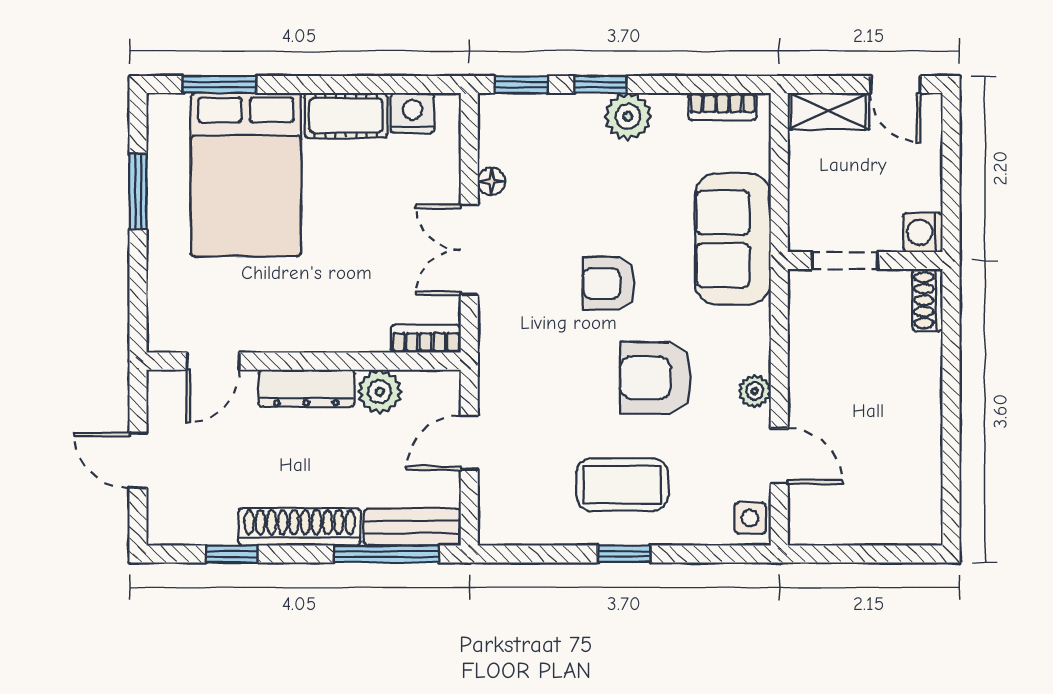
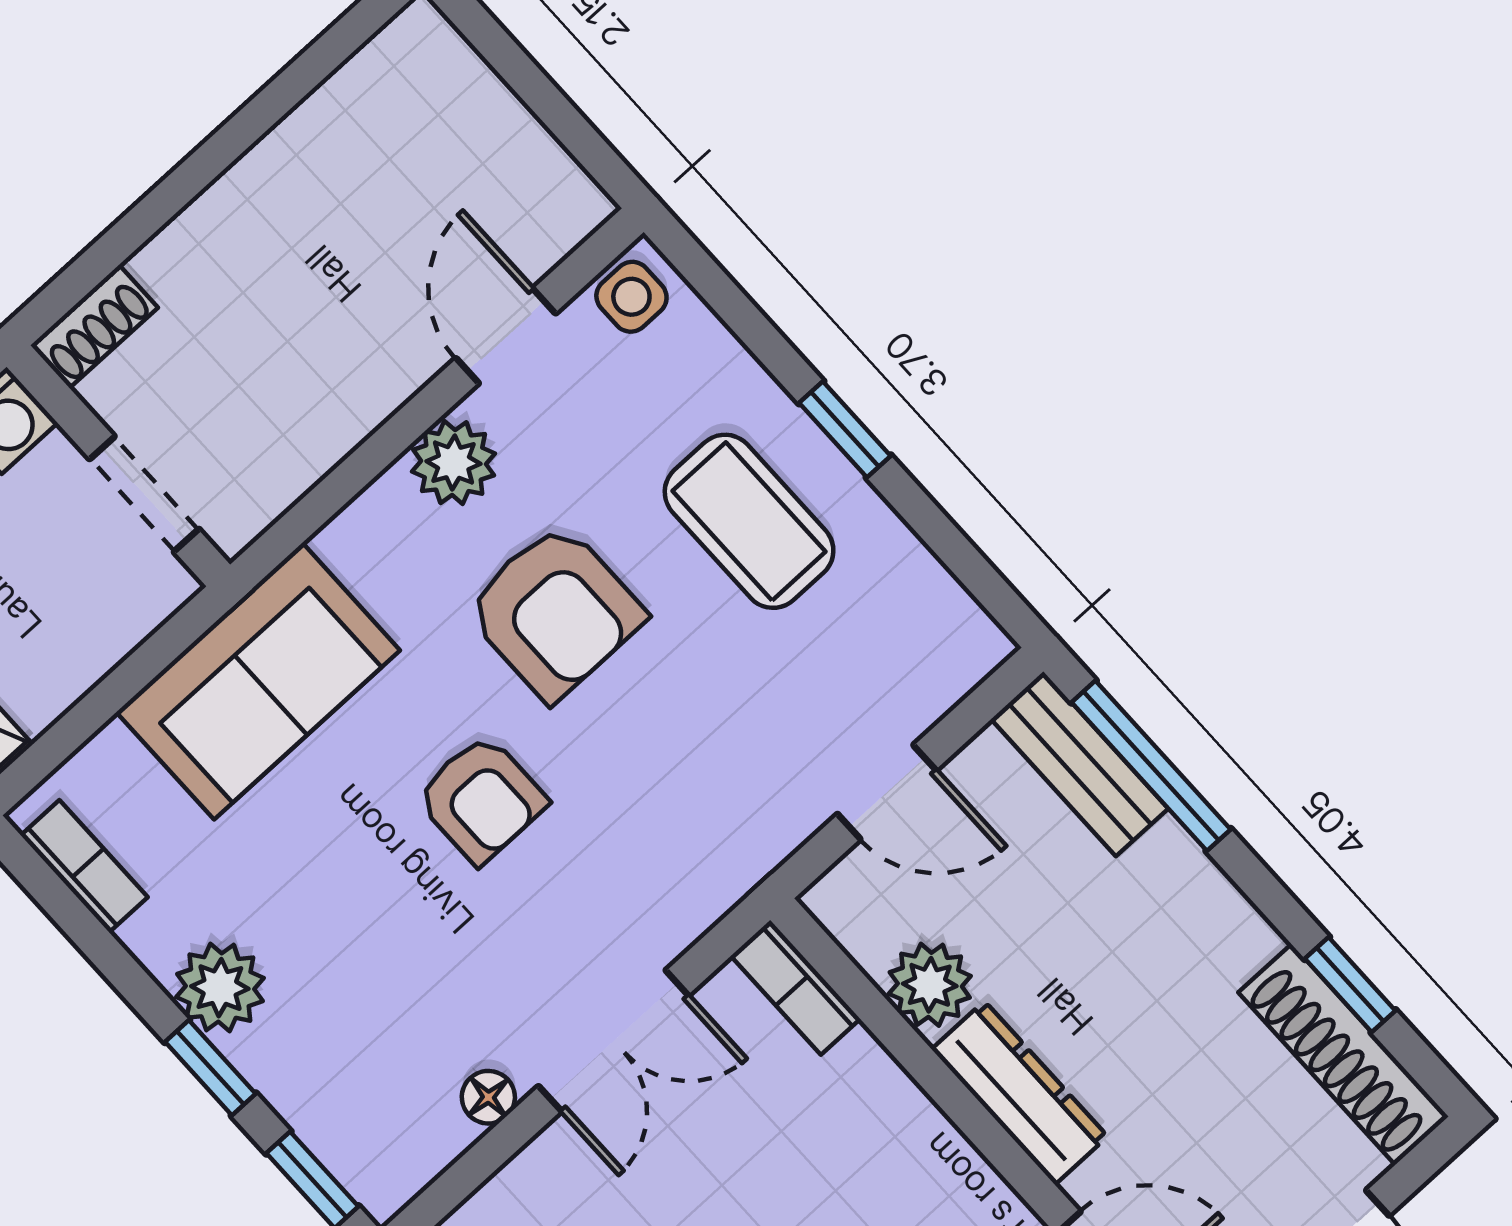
plant: (755, 391) -> (454, 463), width x1.38, depth x1.38
shoe rack: (300, 527) -> (1343, 1055), moved

